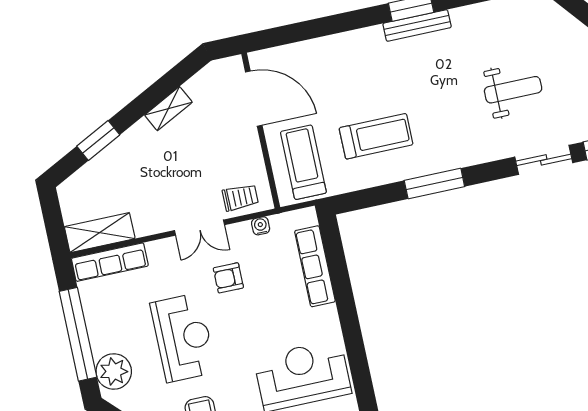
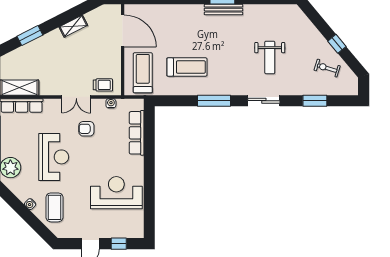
weight bench: (513, 90) -> (270, 57), turned 90
sliding door: (544, 160) -> (264, 101), moved

